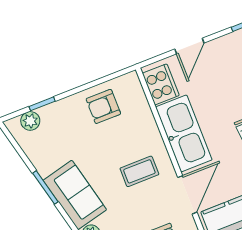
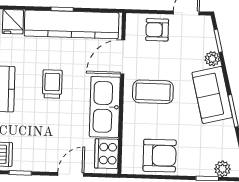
armchair: (103, 106) -> (160, 156), width x1.38, depth x1.38
coffee table: (139, 171) -> (153, 92), width x1.36, depth x1.30

